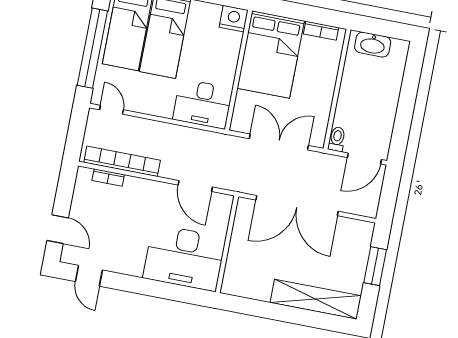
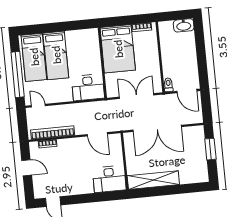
nightstand: (234, 19) -> (91, 35), removed
washbasin: (373, 45) -> (184, 25), moved
door: (364, 158) -> (187, 91), hinge flipped
door: (58, 229) -> (27, 168), moved
desk: (184, 258) -> (109, 179), width x0.73, depth x0.77
shelving: (316, 299) -> (153, 180), moved

